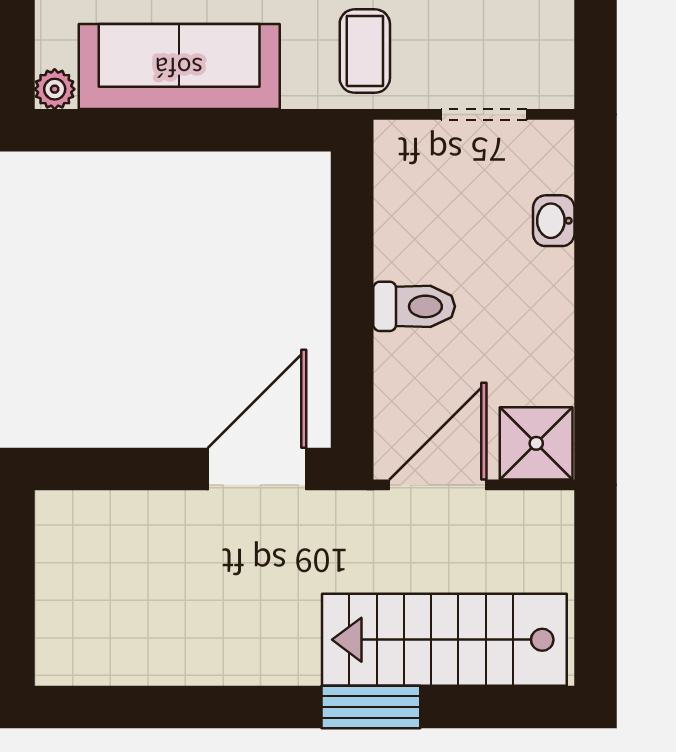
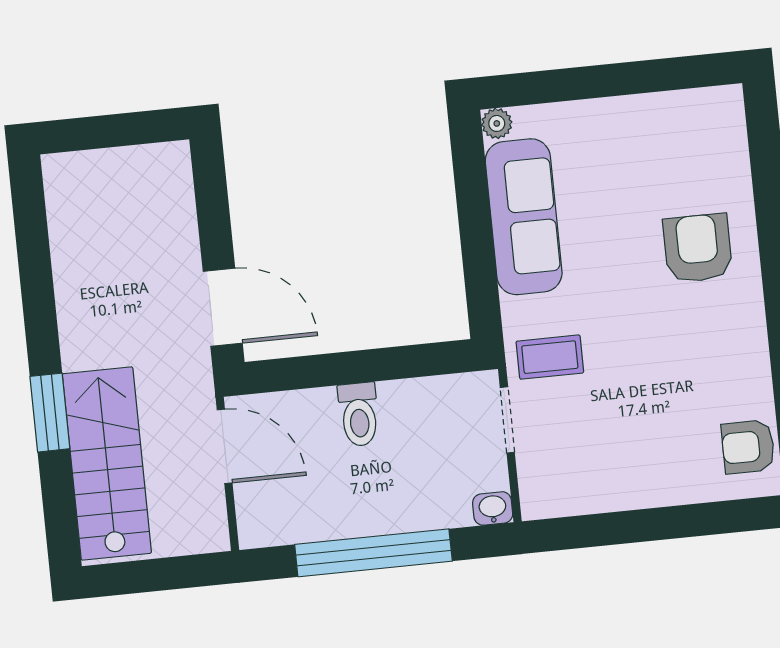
doorway: (484, 114) -> (507, 420), moved
washbasin: (554, 221) -> (493, 508), moved
window: (595, 306) -> (373, 553), added
shower: (536, 443) -> (264, 518), removed

